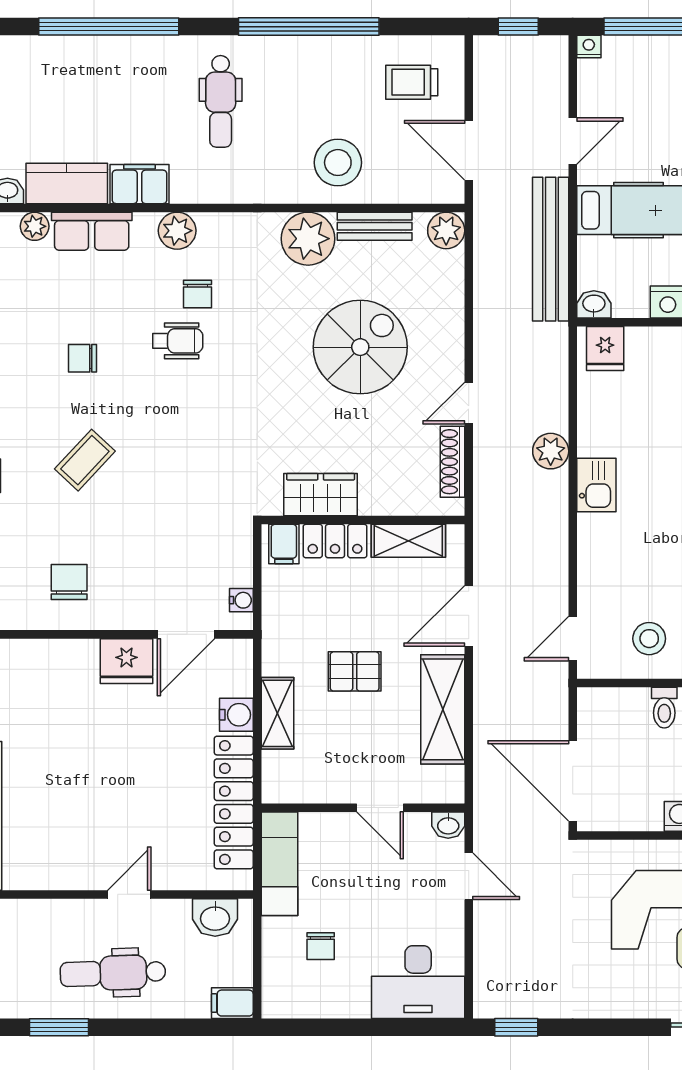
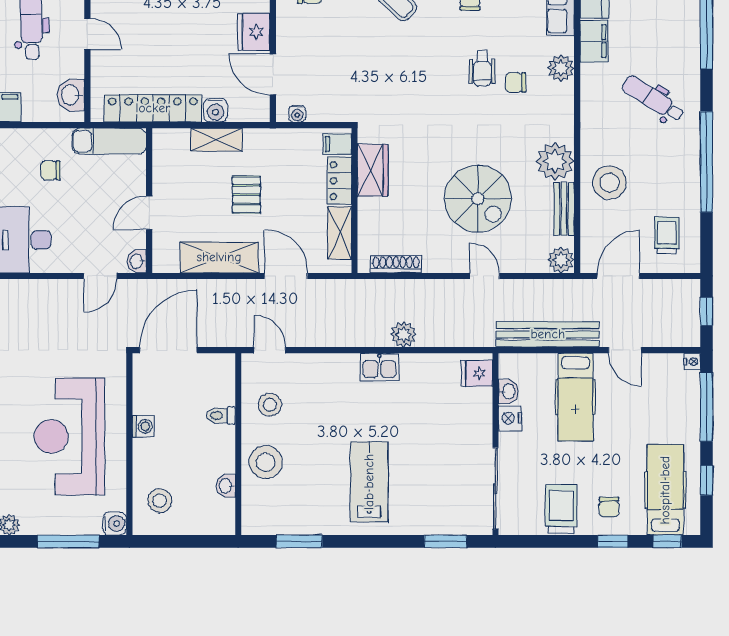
dental chair: (221, 101) -> (653, 99), turned 32
washbasin: (594, 304) -> (508, 391), moved
door: (469, 403) -> (485, 276), moved

